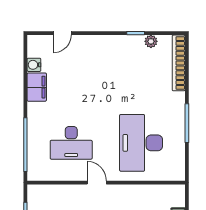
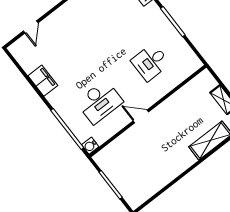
water cooler: (34, 65) -> (90, 146), moved
desk: (141, 143) -> (151, 62), width x0.53, depth x0.77

